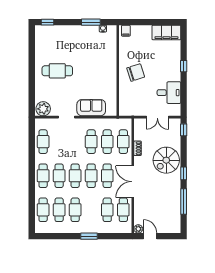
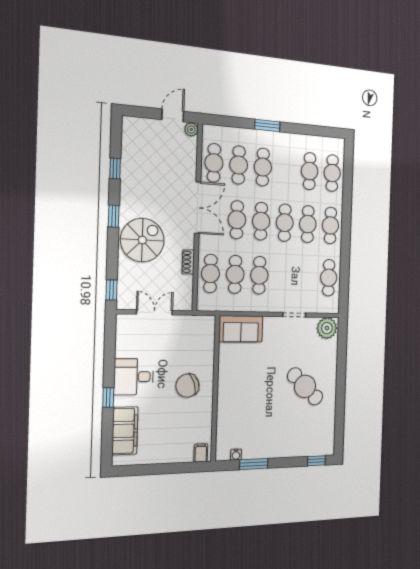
filing cabinet: (166, 32) -> (125, 431), moved, turned 90
cafe table: (57, 71) -> (305, 386), turned 44
desk: (169, 93) -> (134, 377), moved
sofa: (91, 108) -> (241, 329), moved
window: (184, 201) -> (115, 168), width x0.46
cafe table: (75, 210) -> (263, 167), moved
door: (150, 236) -> (173, 115), swing flipped

